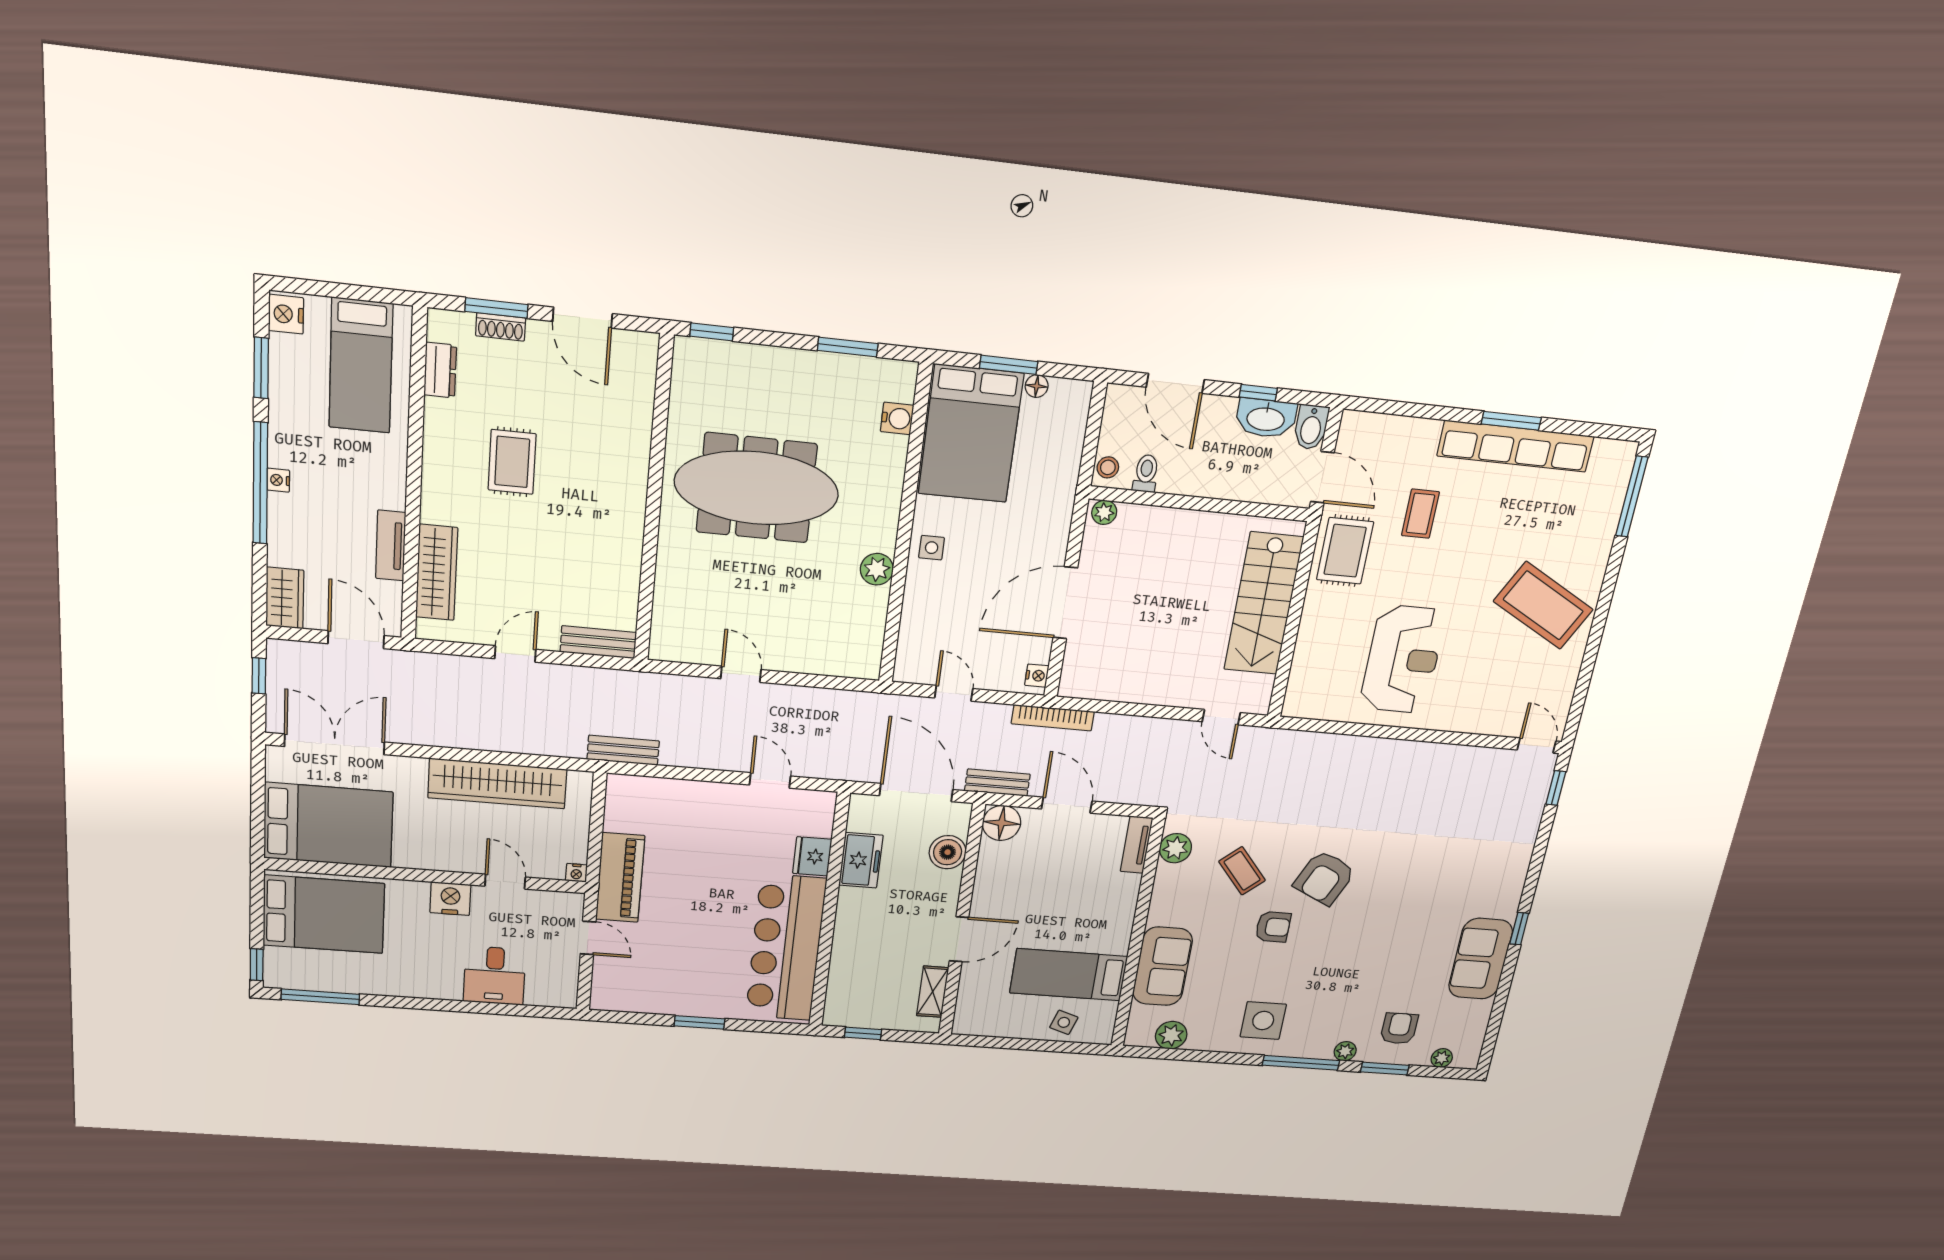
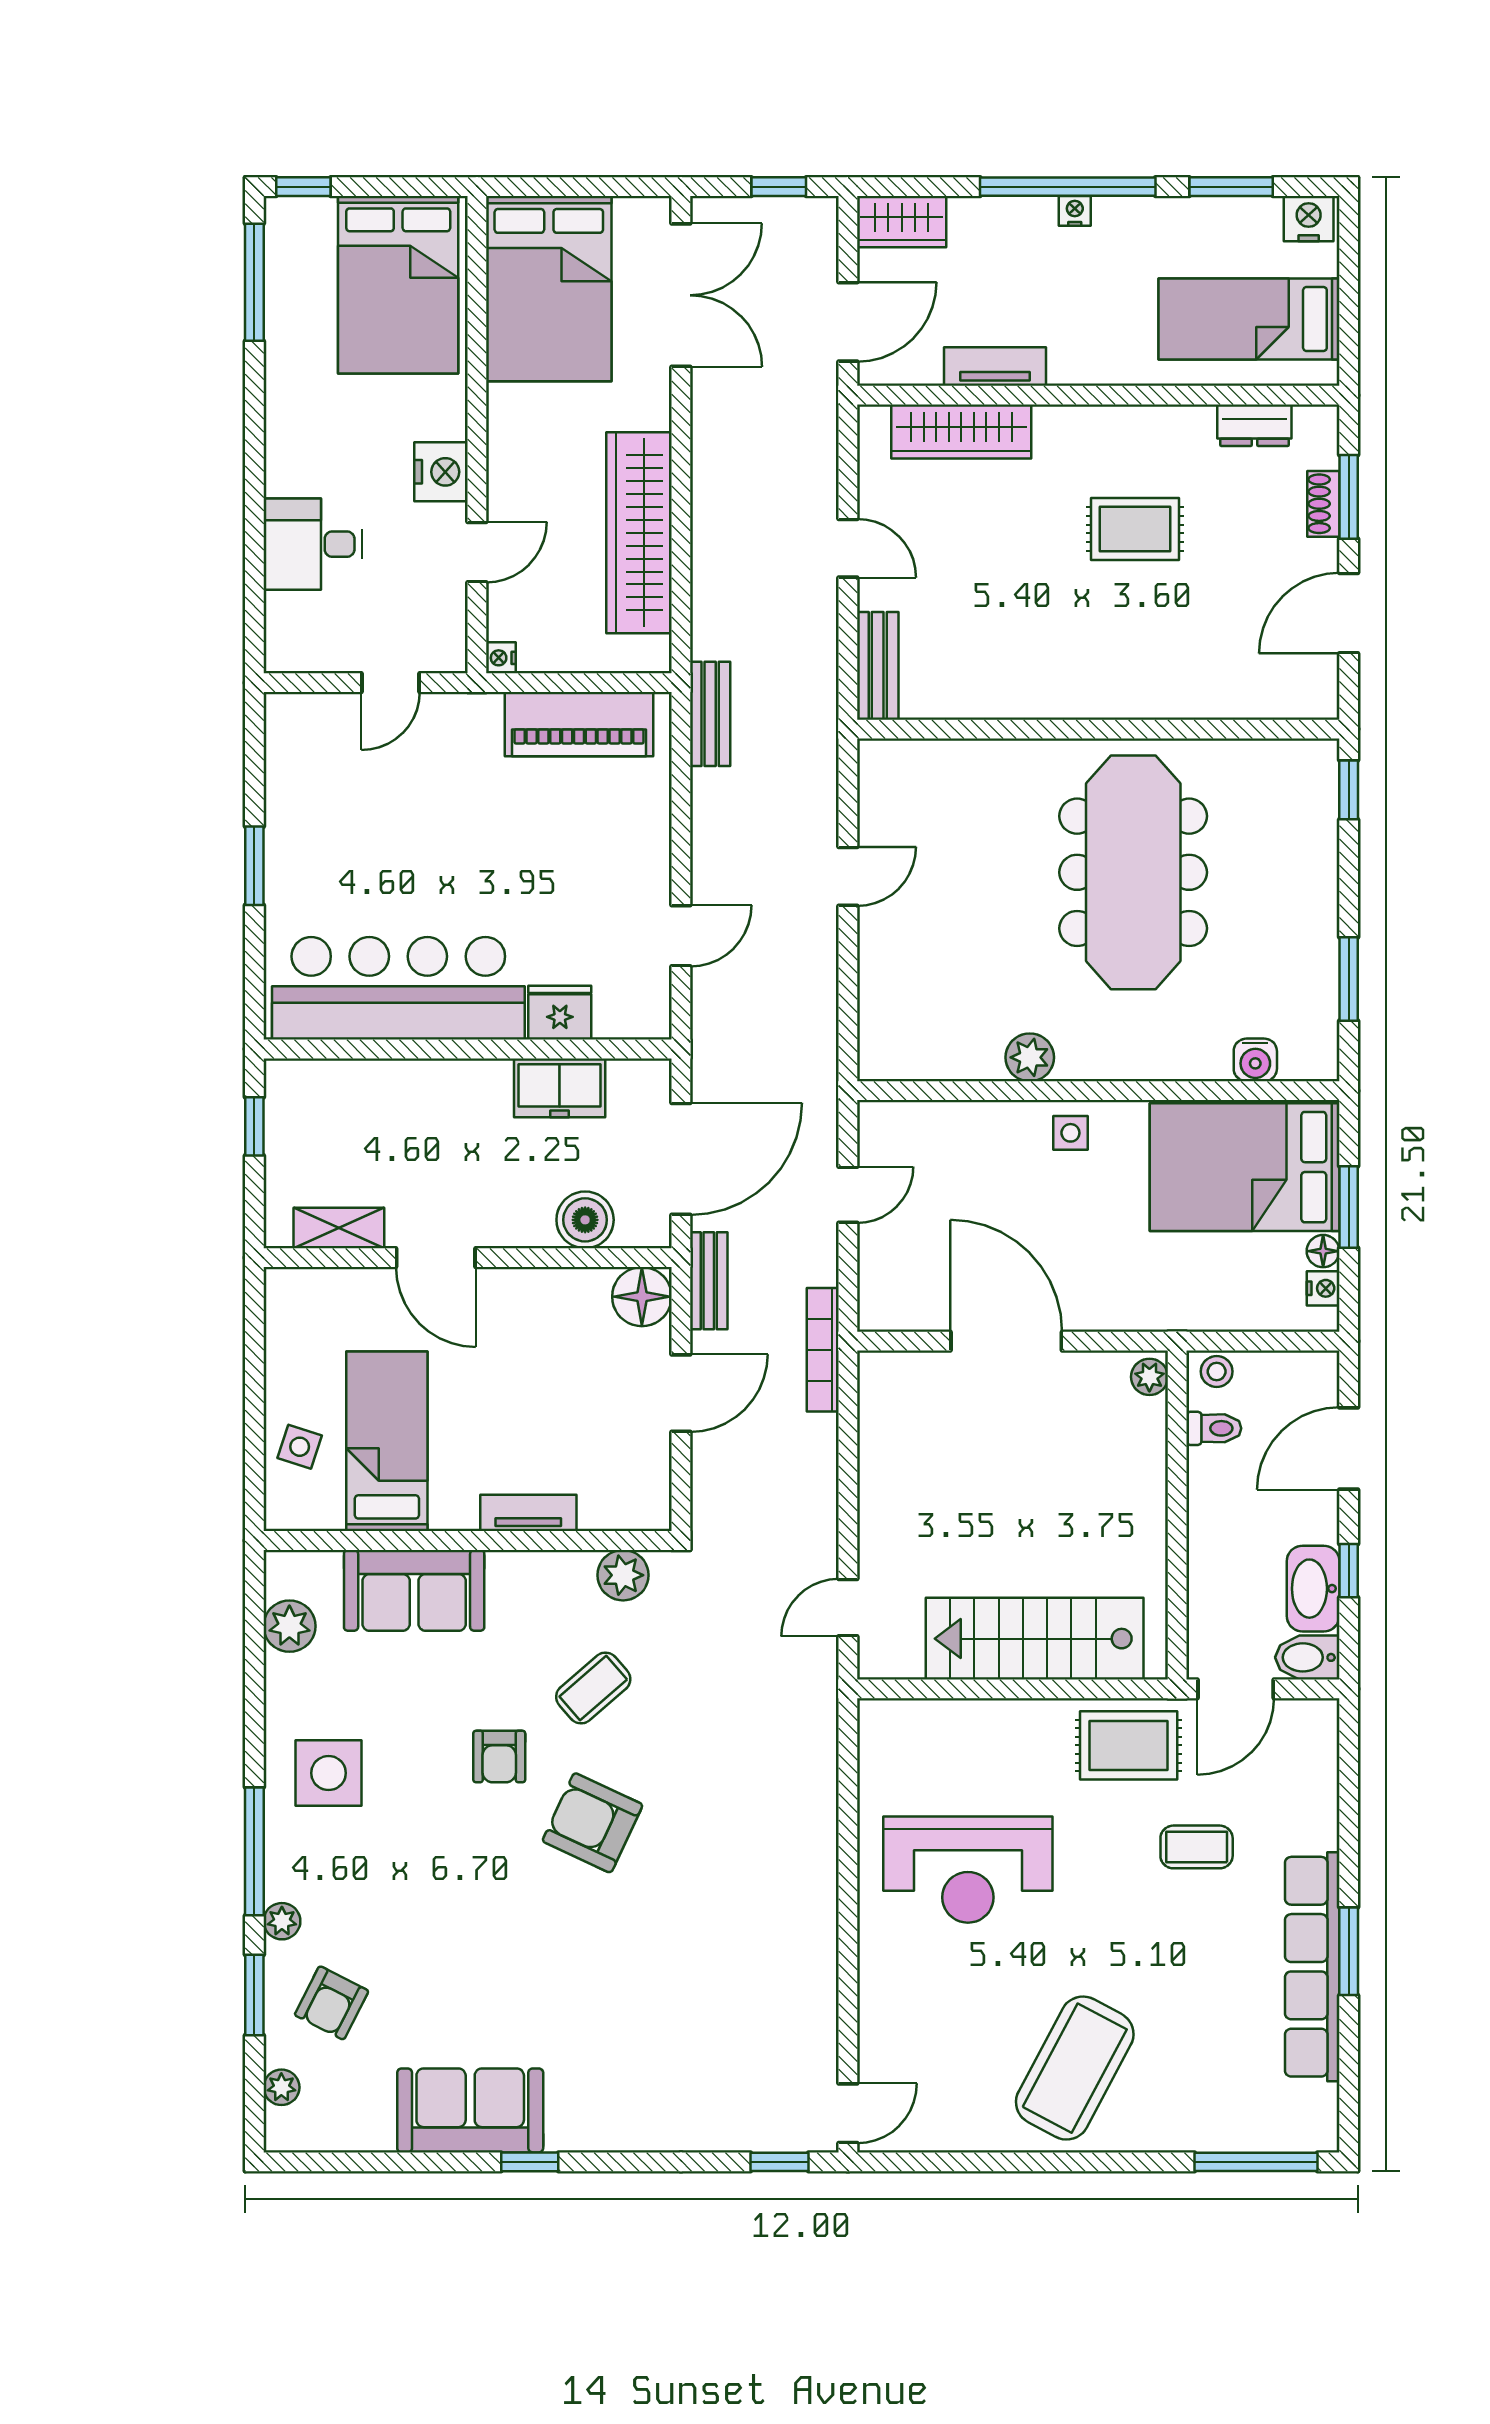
nightstand: (1037, 676) -> (1323, 1288), moved, turned -90
tv unit: (1137, 845) -> (528, 1513), moved
piano: (620, 878) -> (579, 724), moved
armchair: (1399, 1028) -> (332, 2003), turned 117

